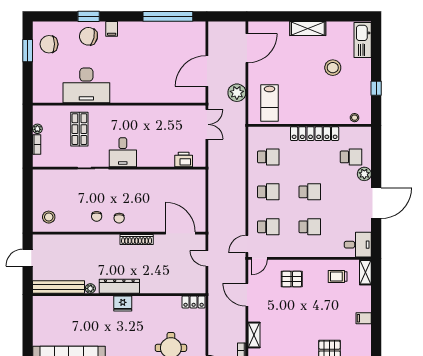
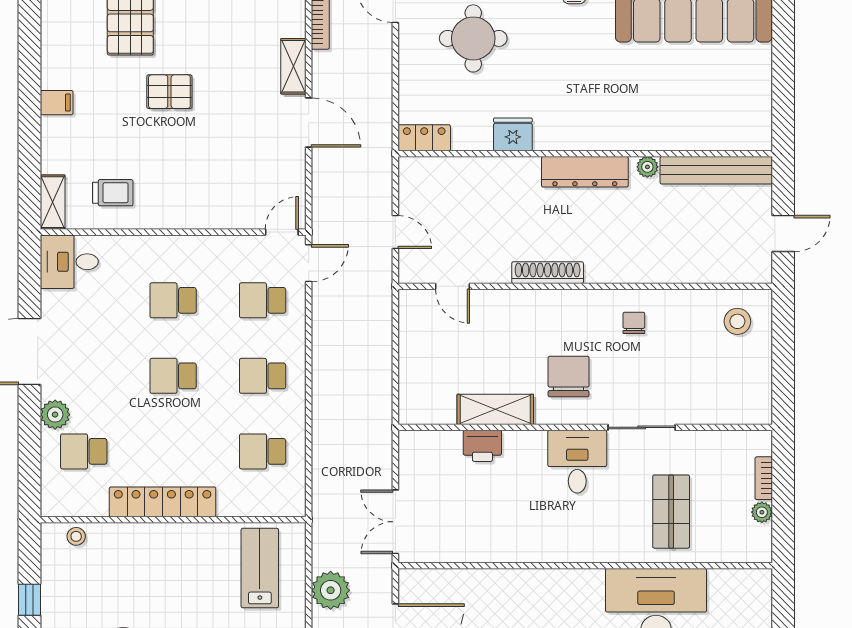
printer: (184, 159) -> (482, 446), moved
shelving: (161, 176) -> (495, 409), added
chair: (119, 218) -> (569, 377), moved, width x1.87, depth x1.87
door: (180, 233) -> (453, 286), width x0.53
pallet: (292, 279) -> (169, 92), moved
door: (247, 295) -> (309, 122), moved
fridge: (123, 304) -> (513, 134), moved

